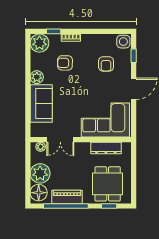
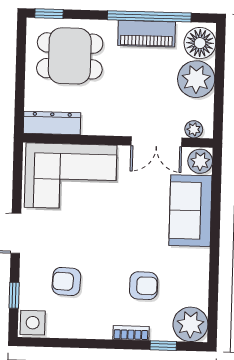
armchair: (106, 64) -> (66, 282), turned -87
plant: (37, 77) -> (200, 161), moved
double door: (60, 140) -> (156, 142), swing flipped
dresser: (106, 148) -> (52, 123), moved
dining table: (108, 184) -> (70, 56), turned 90
window: (109, 206) -> (49, 14), moved

